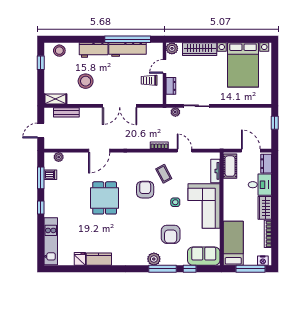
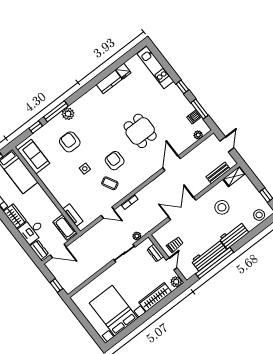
armchair: (145, 190) -> (115, 161), turned 180
corner sofa: (204, 206) -> (61, 182), removed
sofa: (204, 256) -> (33, 157), moved, turned -90

